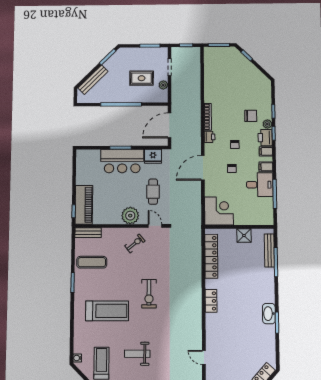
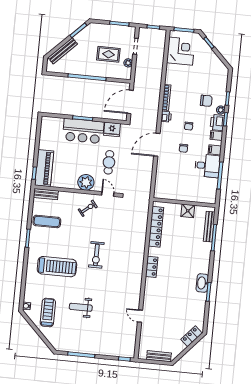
corner desk: (219, 211) -> (181, 51), moved

